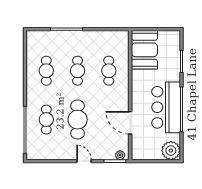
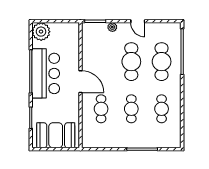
booth: (144, 50) -> (56, 135), moved, turned 90
cafe table: (46, 120) -> (162, 62), width x1.37, depth x1.35
door: (130, 123) -> (80, 82), moved
plant: (120, 155) -> (112, 27), moved
door: (84, 161) -> (138, 21), moved

